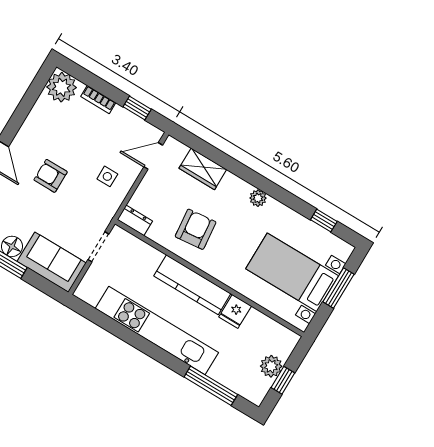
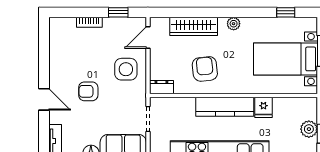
plant: (62, 87) -> (60, 29), removed
wardrobe: (203, 169) -> (194, 26), width x1.50
side table: (107, 176) -> (126, 69), width x1.87, depth x1.87

